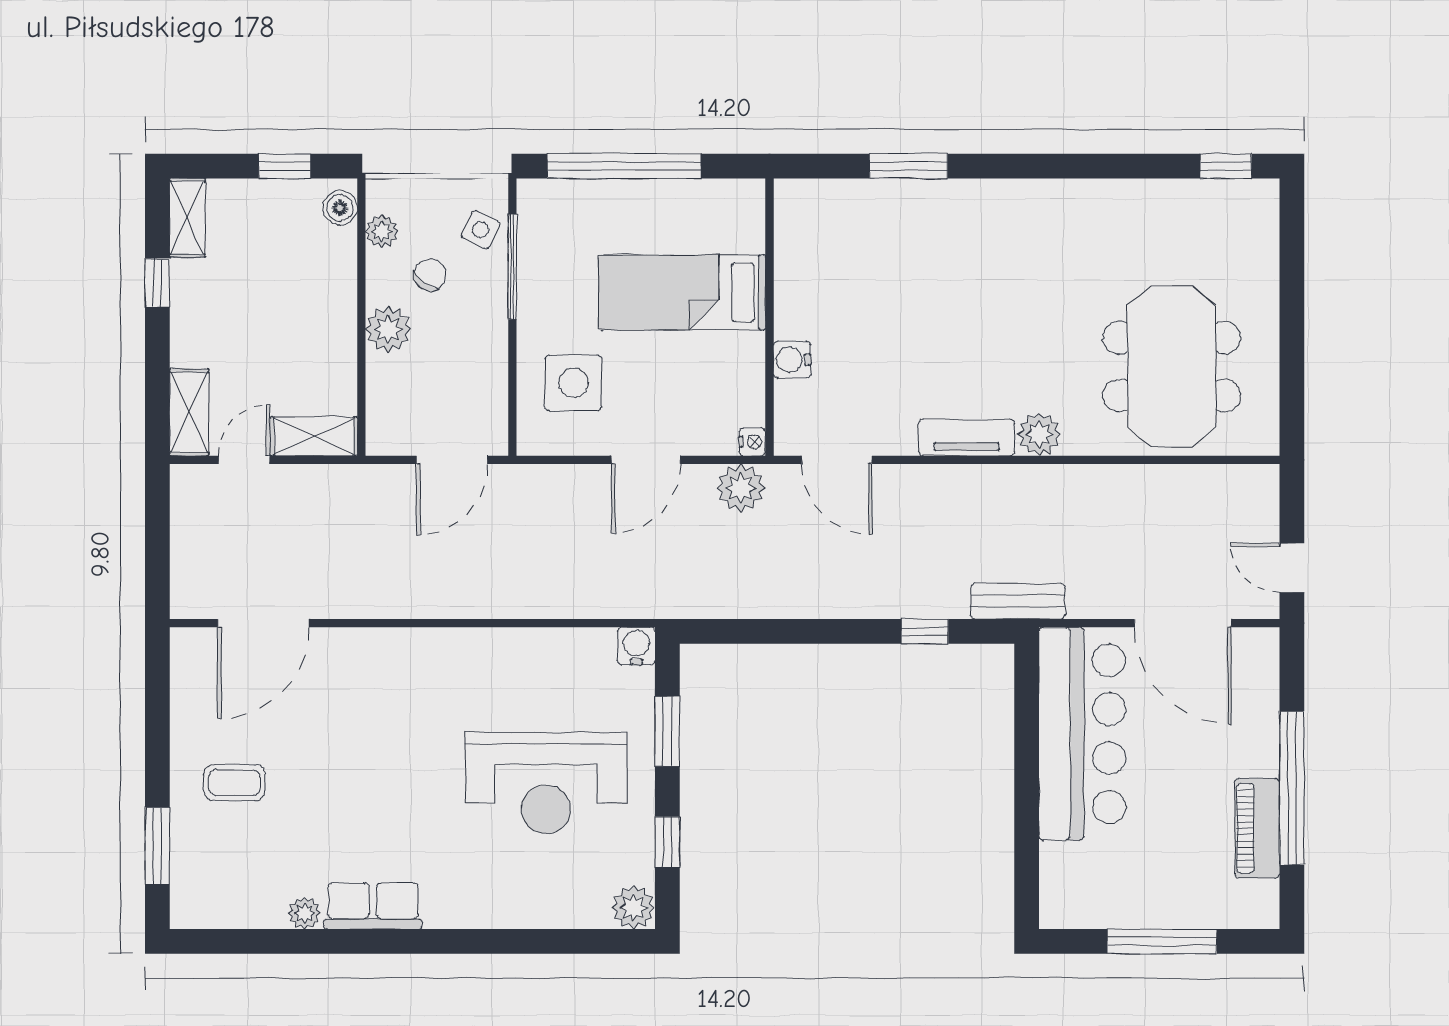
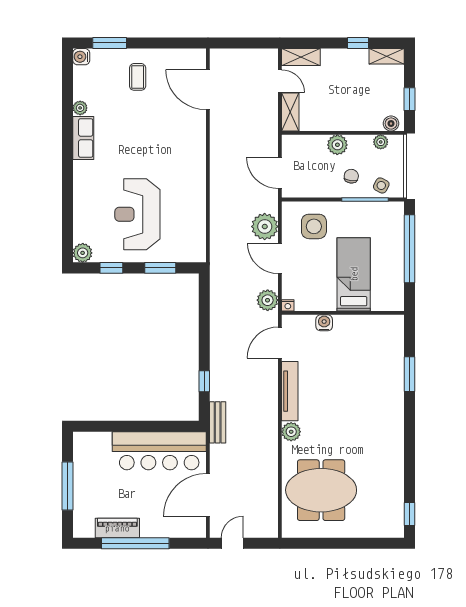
chair: (430, 275) -> (351, 176), moved, turned -119
tv unit: (966, 438) -> (290, 391), width x1.41
plant: (574, 494) -> (265, 227), added
water cooler: (636, 646) -> (81, 57), moved, turned 180

